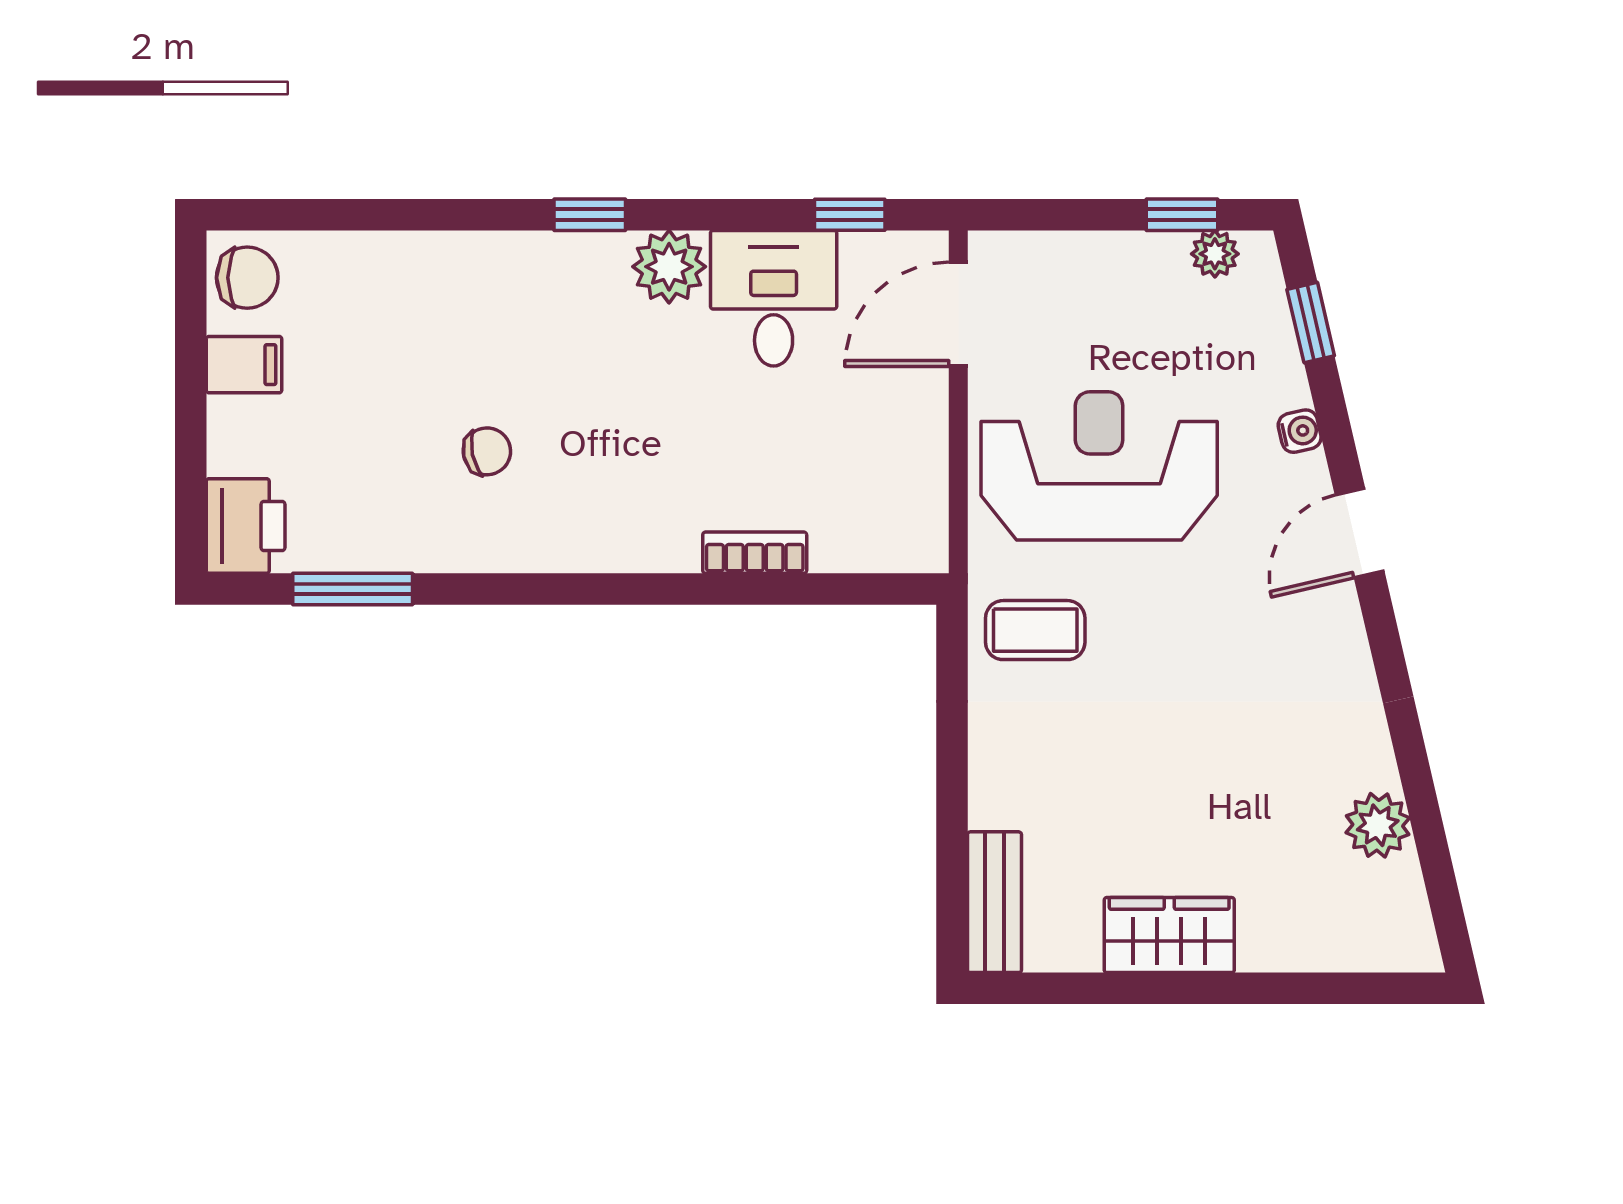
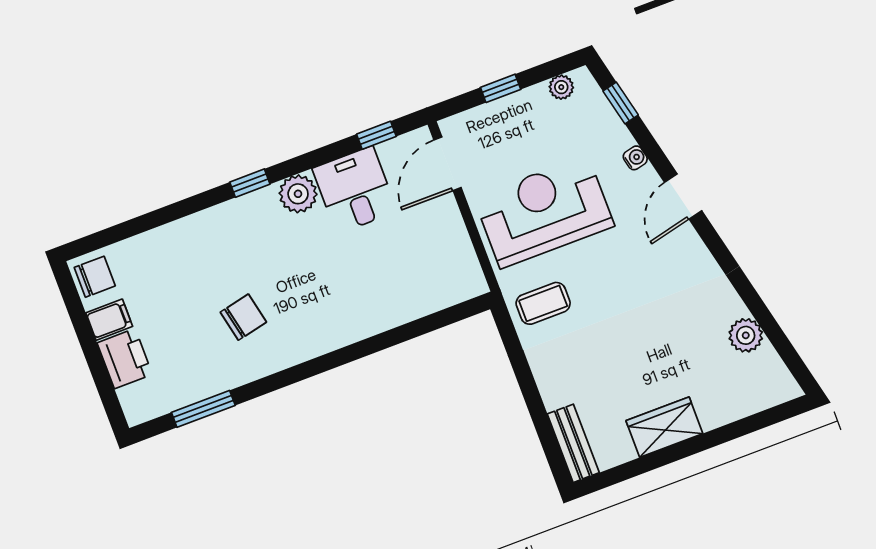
window: (1182, 215) -> (501, 88), moved
chair: (487, 451) -> (243, 317), width x1.37, depth x1.37
printer: (246, 526) -> (125, 359), moved
bookcase: (755, 553) -> (392, 317), removed

